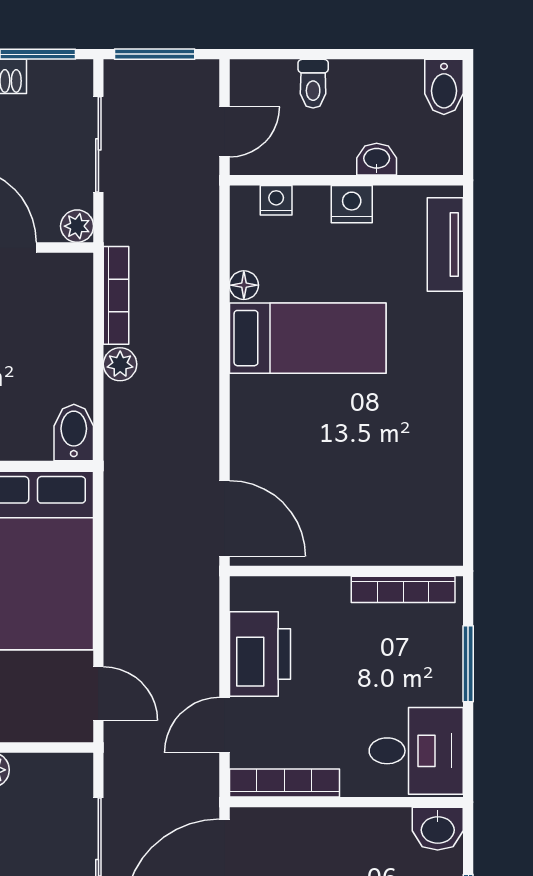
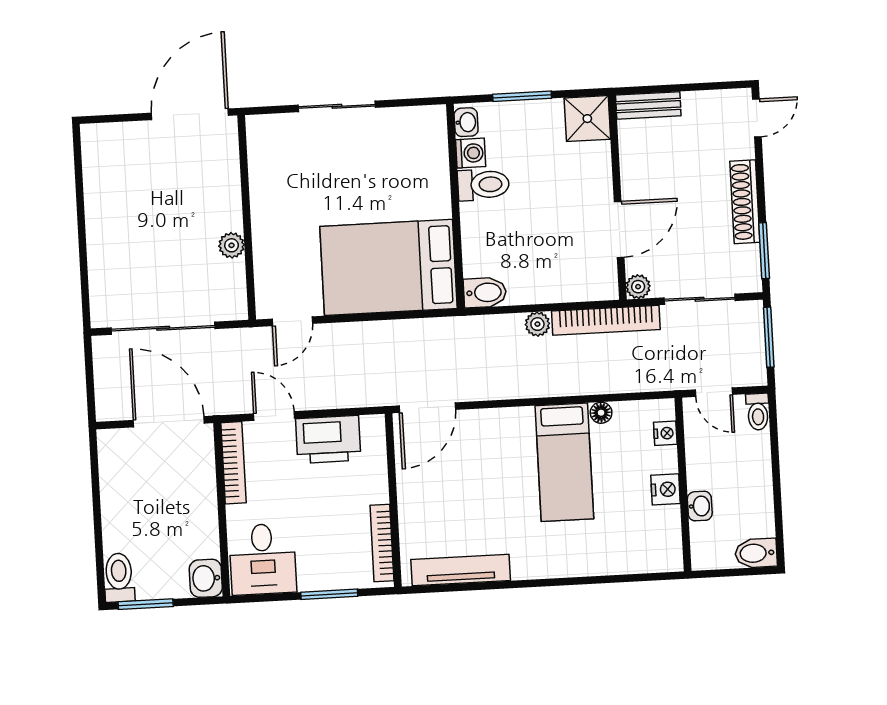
toilet: (313, 84) -> (758, 412), moved, turned -90
tv unit: (445, 245) -> (461, 570), moved, width x1.41
bookcase: (116, 295) -> (606, 320), width x1.48, depth x1.31

